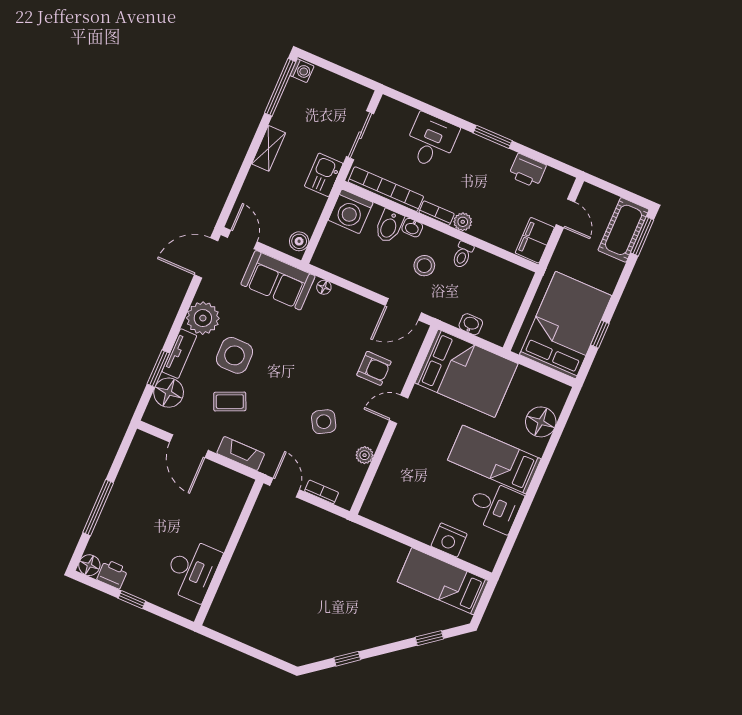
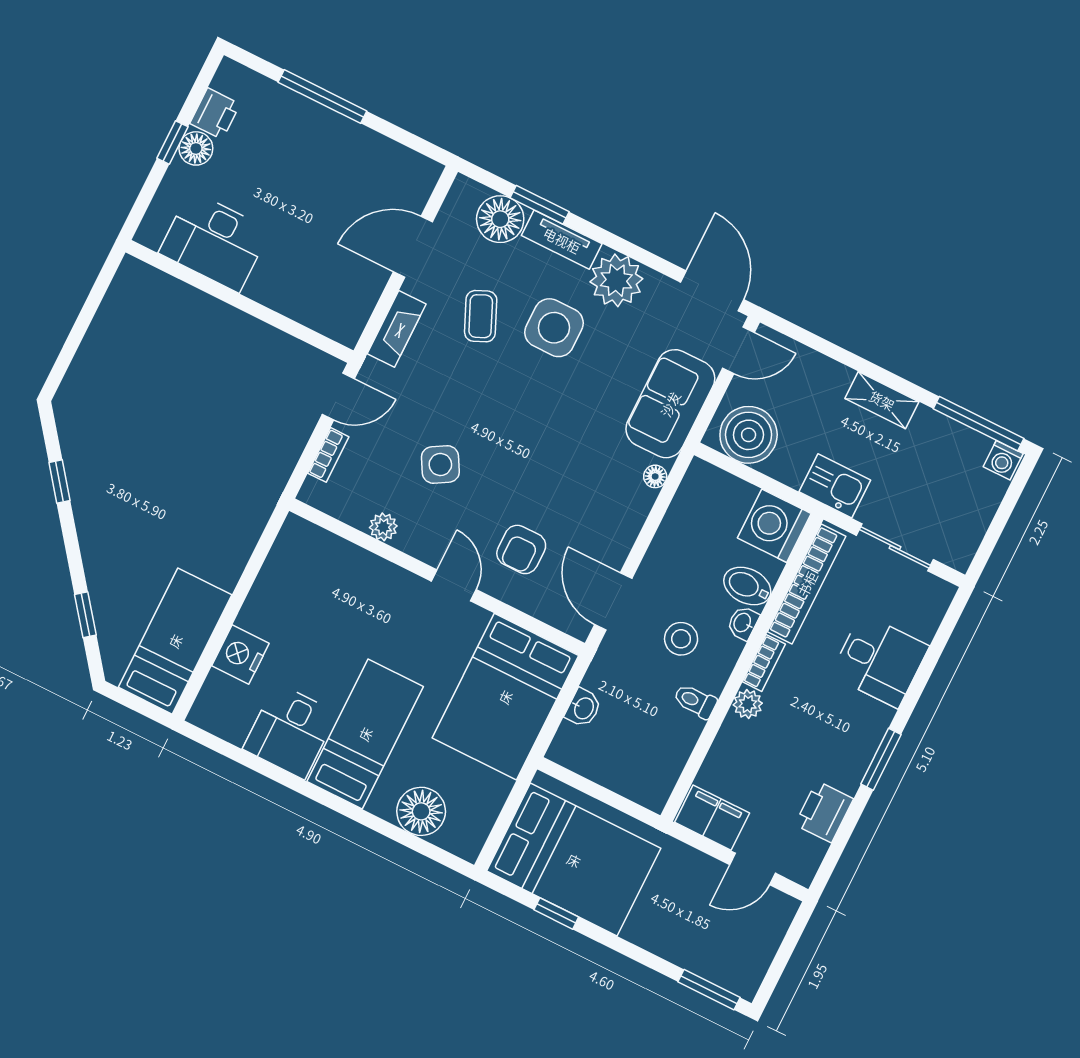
cot: (623, 230) -> (721, 960), removed
boiler: (299, 241) -> (749, 435), width x1.86, depth x1.86
floor lamp: (89, 565) -> (196, 148), moved

